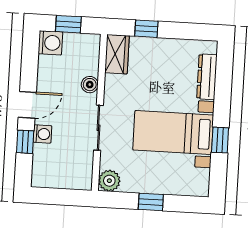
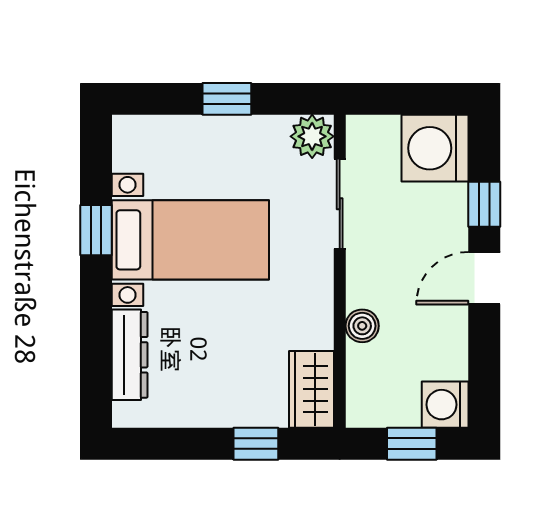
sliding door: (99, 128) -> (340, 204), moved
washing machine: (42, 134) -> (435, 148), moved, width x1.89, depth x1.89

